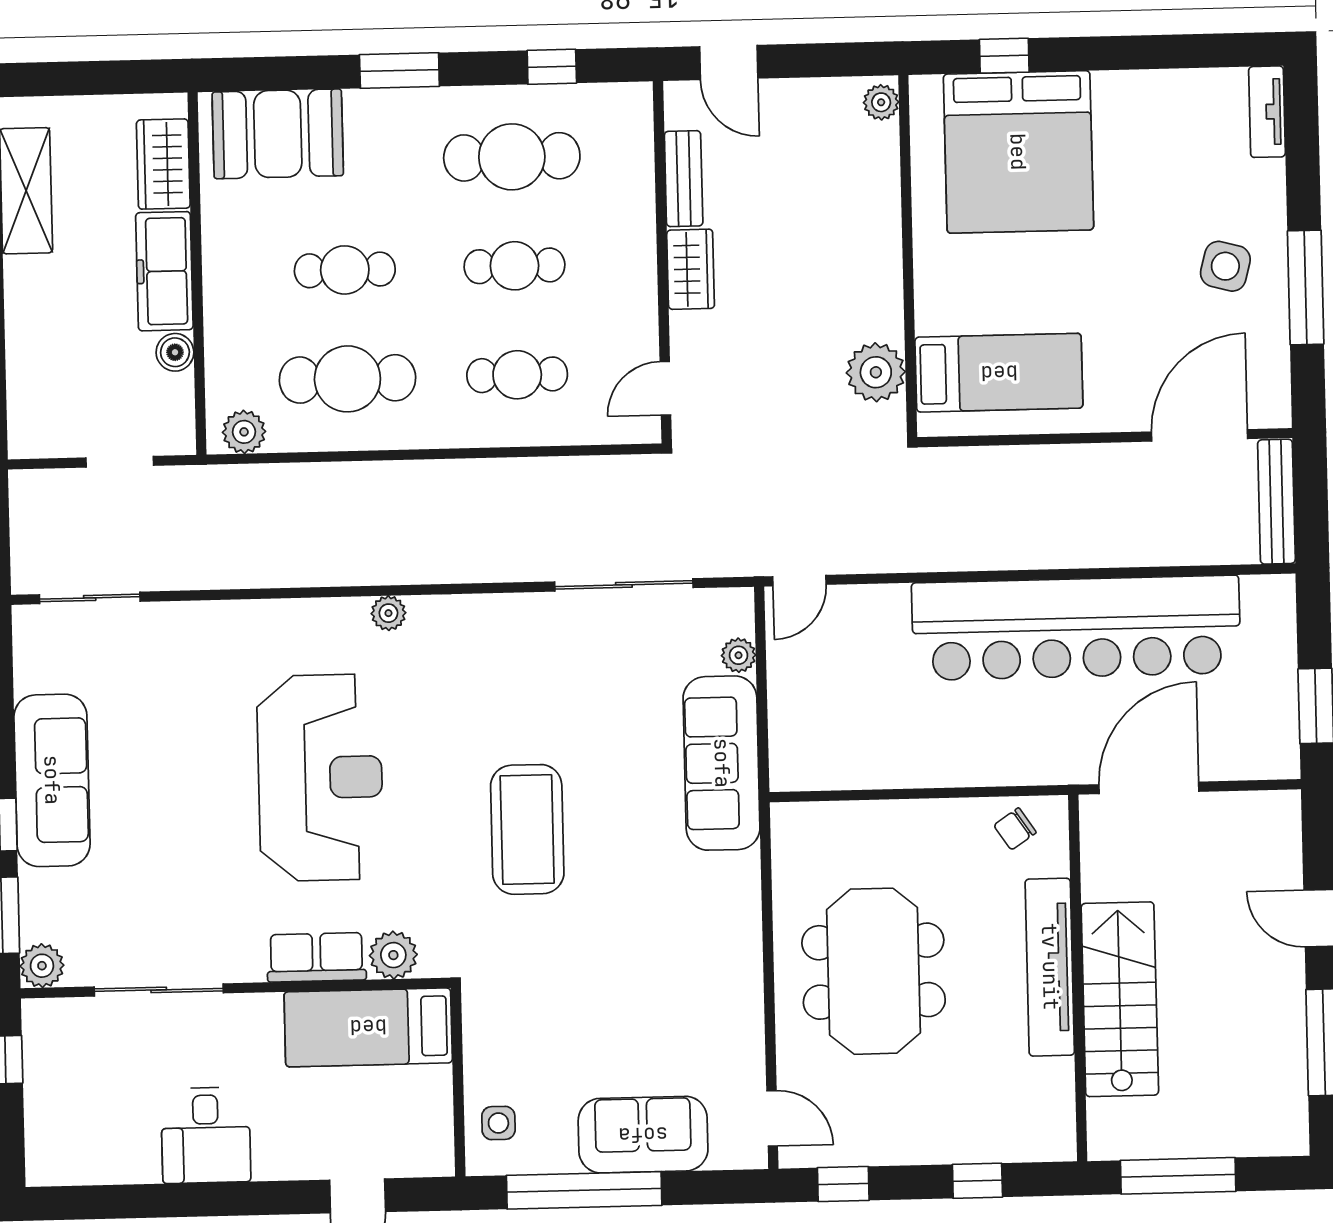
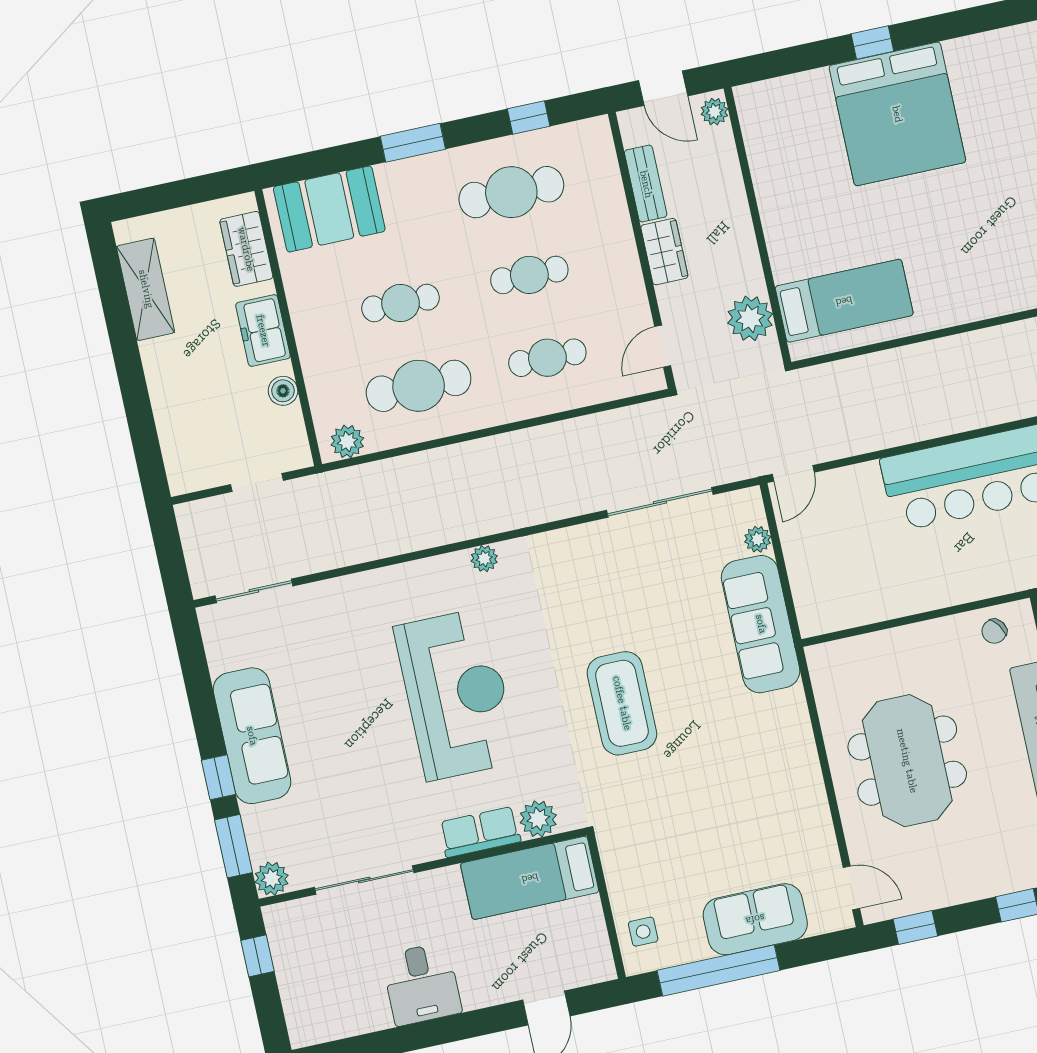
plant: (881, 102) -> (715, 112), moved
wall: (908, 256) -> (757, 225), moved
freezer: (164, 271) -> (263, 331), width x0.71
plant: (876, 372) -> (750, 318), moved
bed: (999, 373) -> (844, 301), moved

